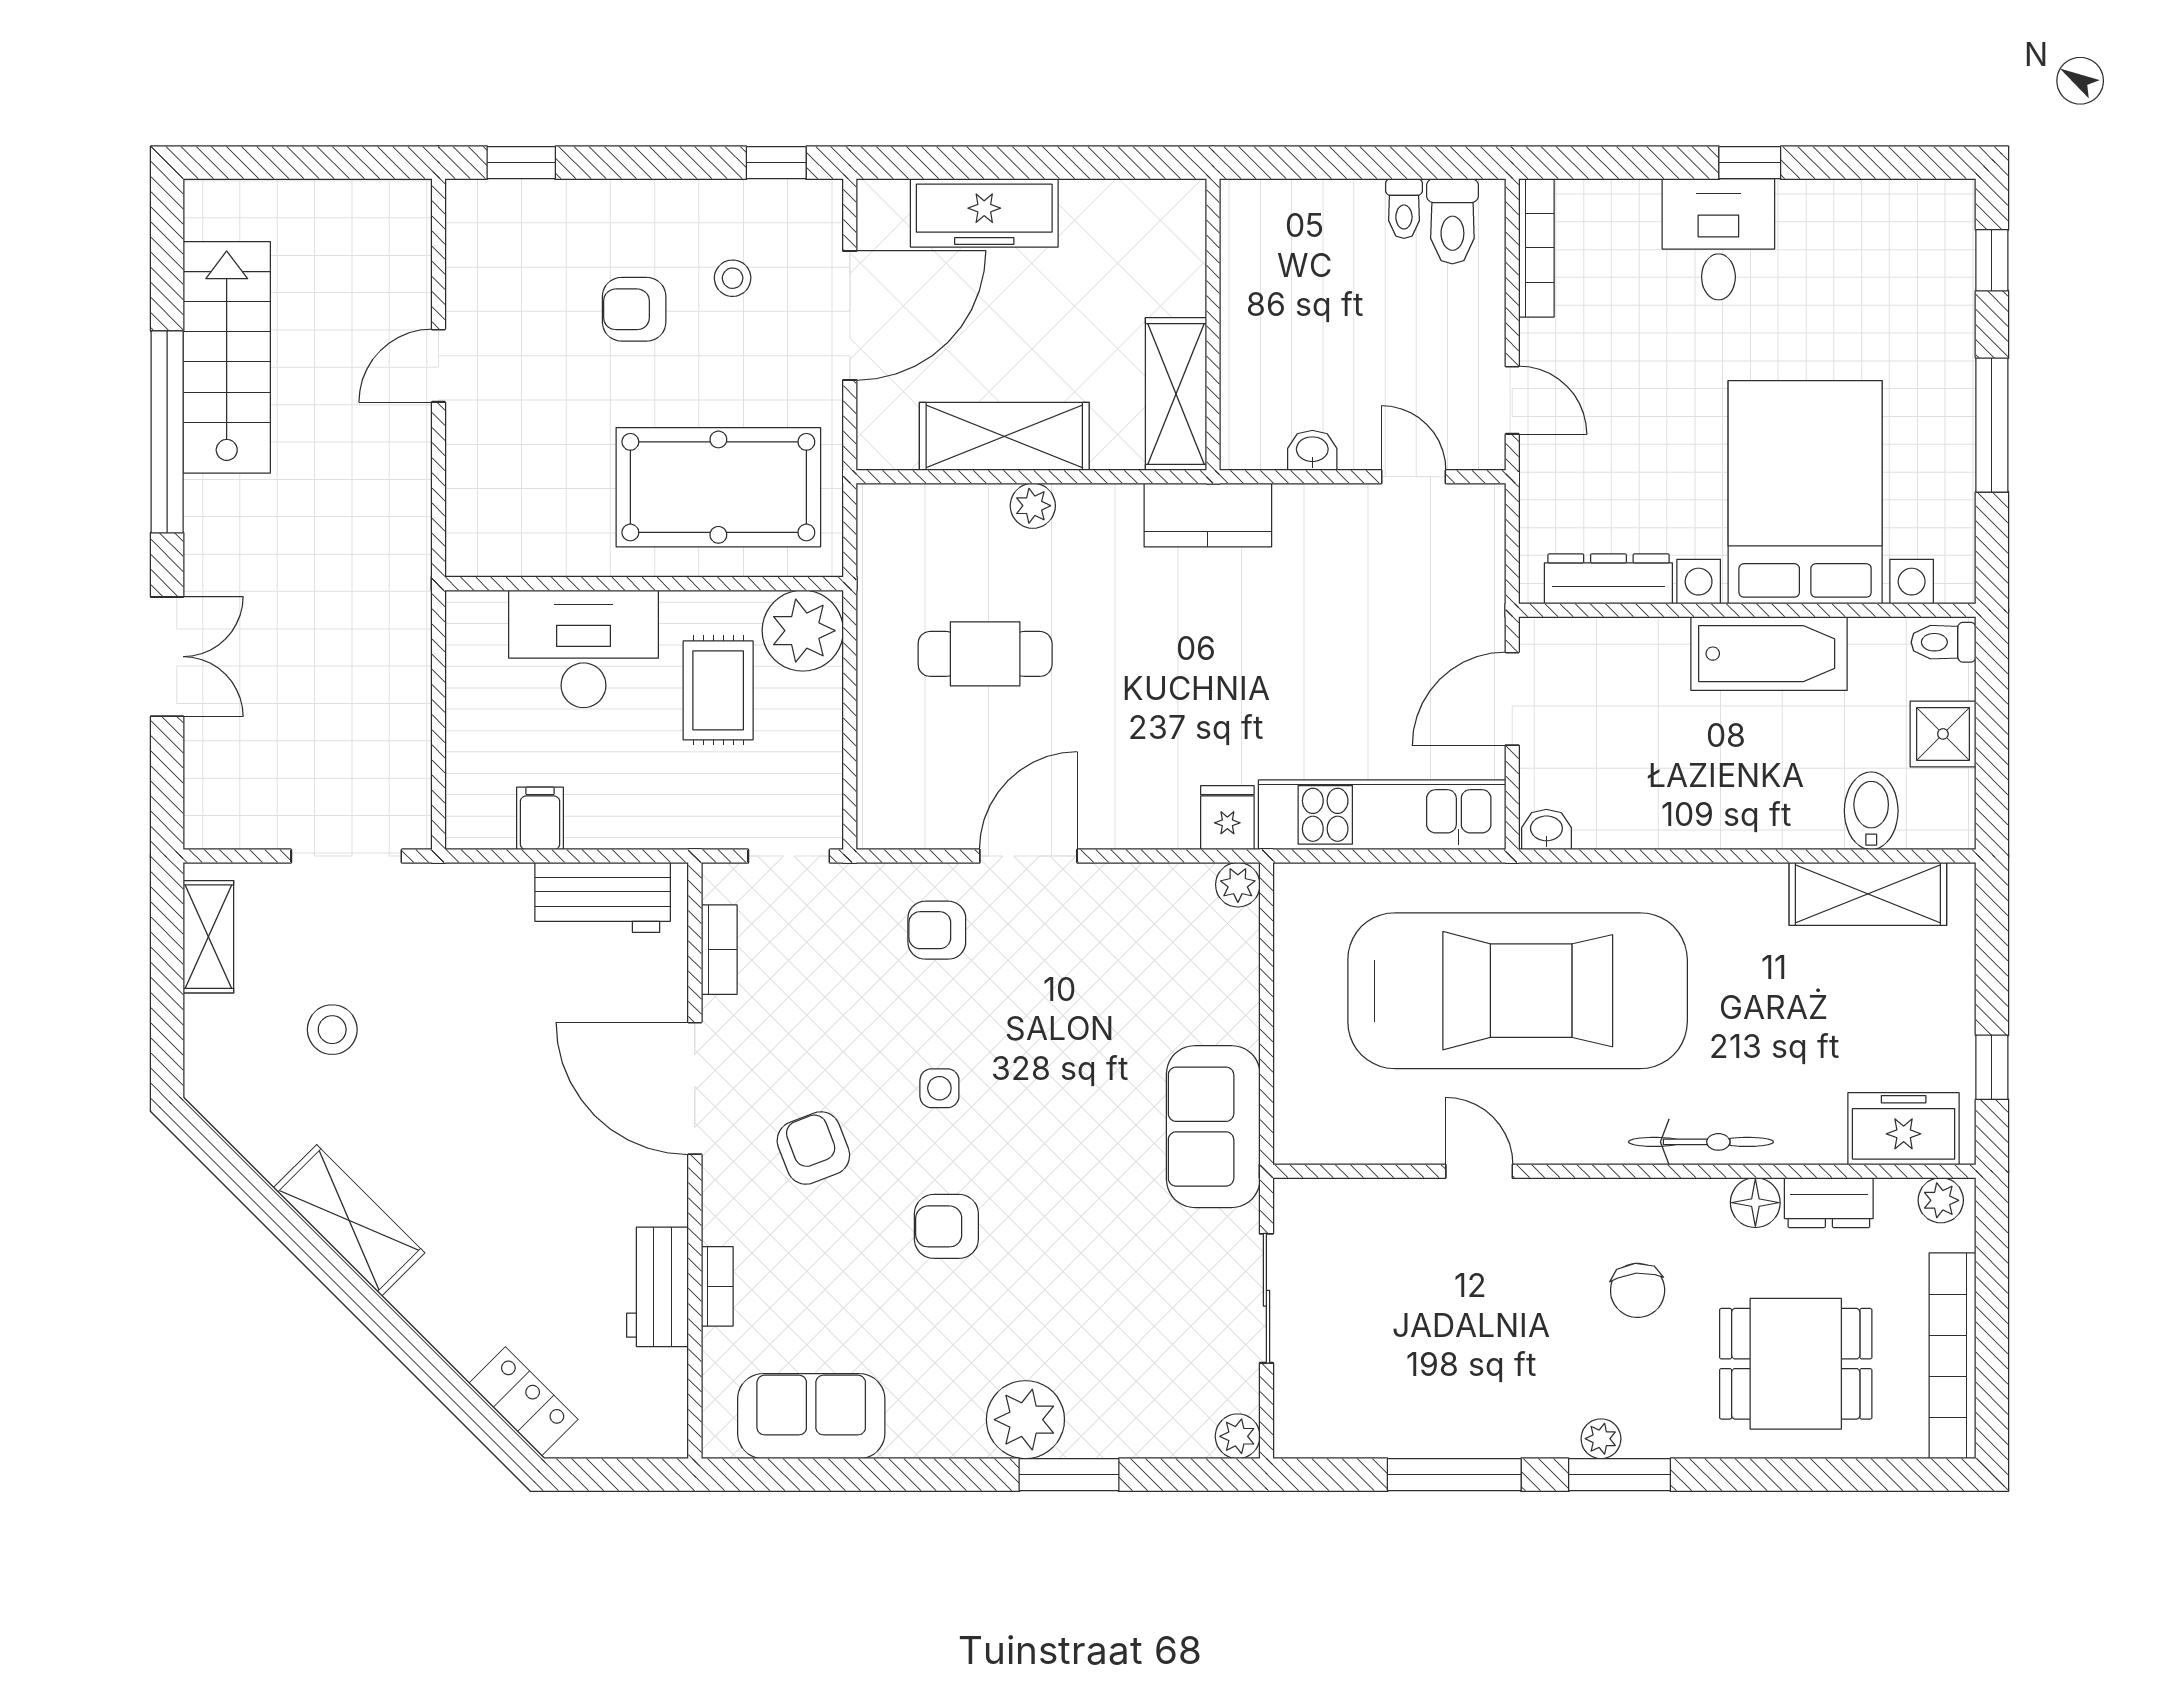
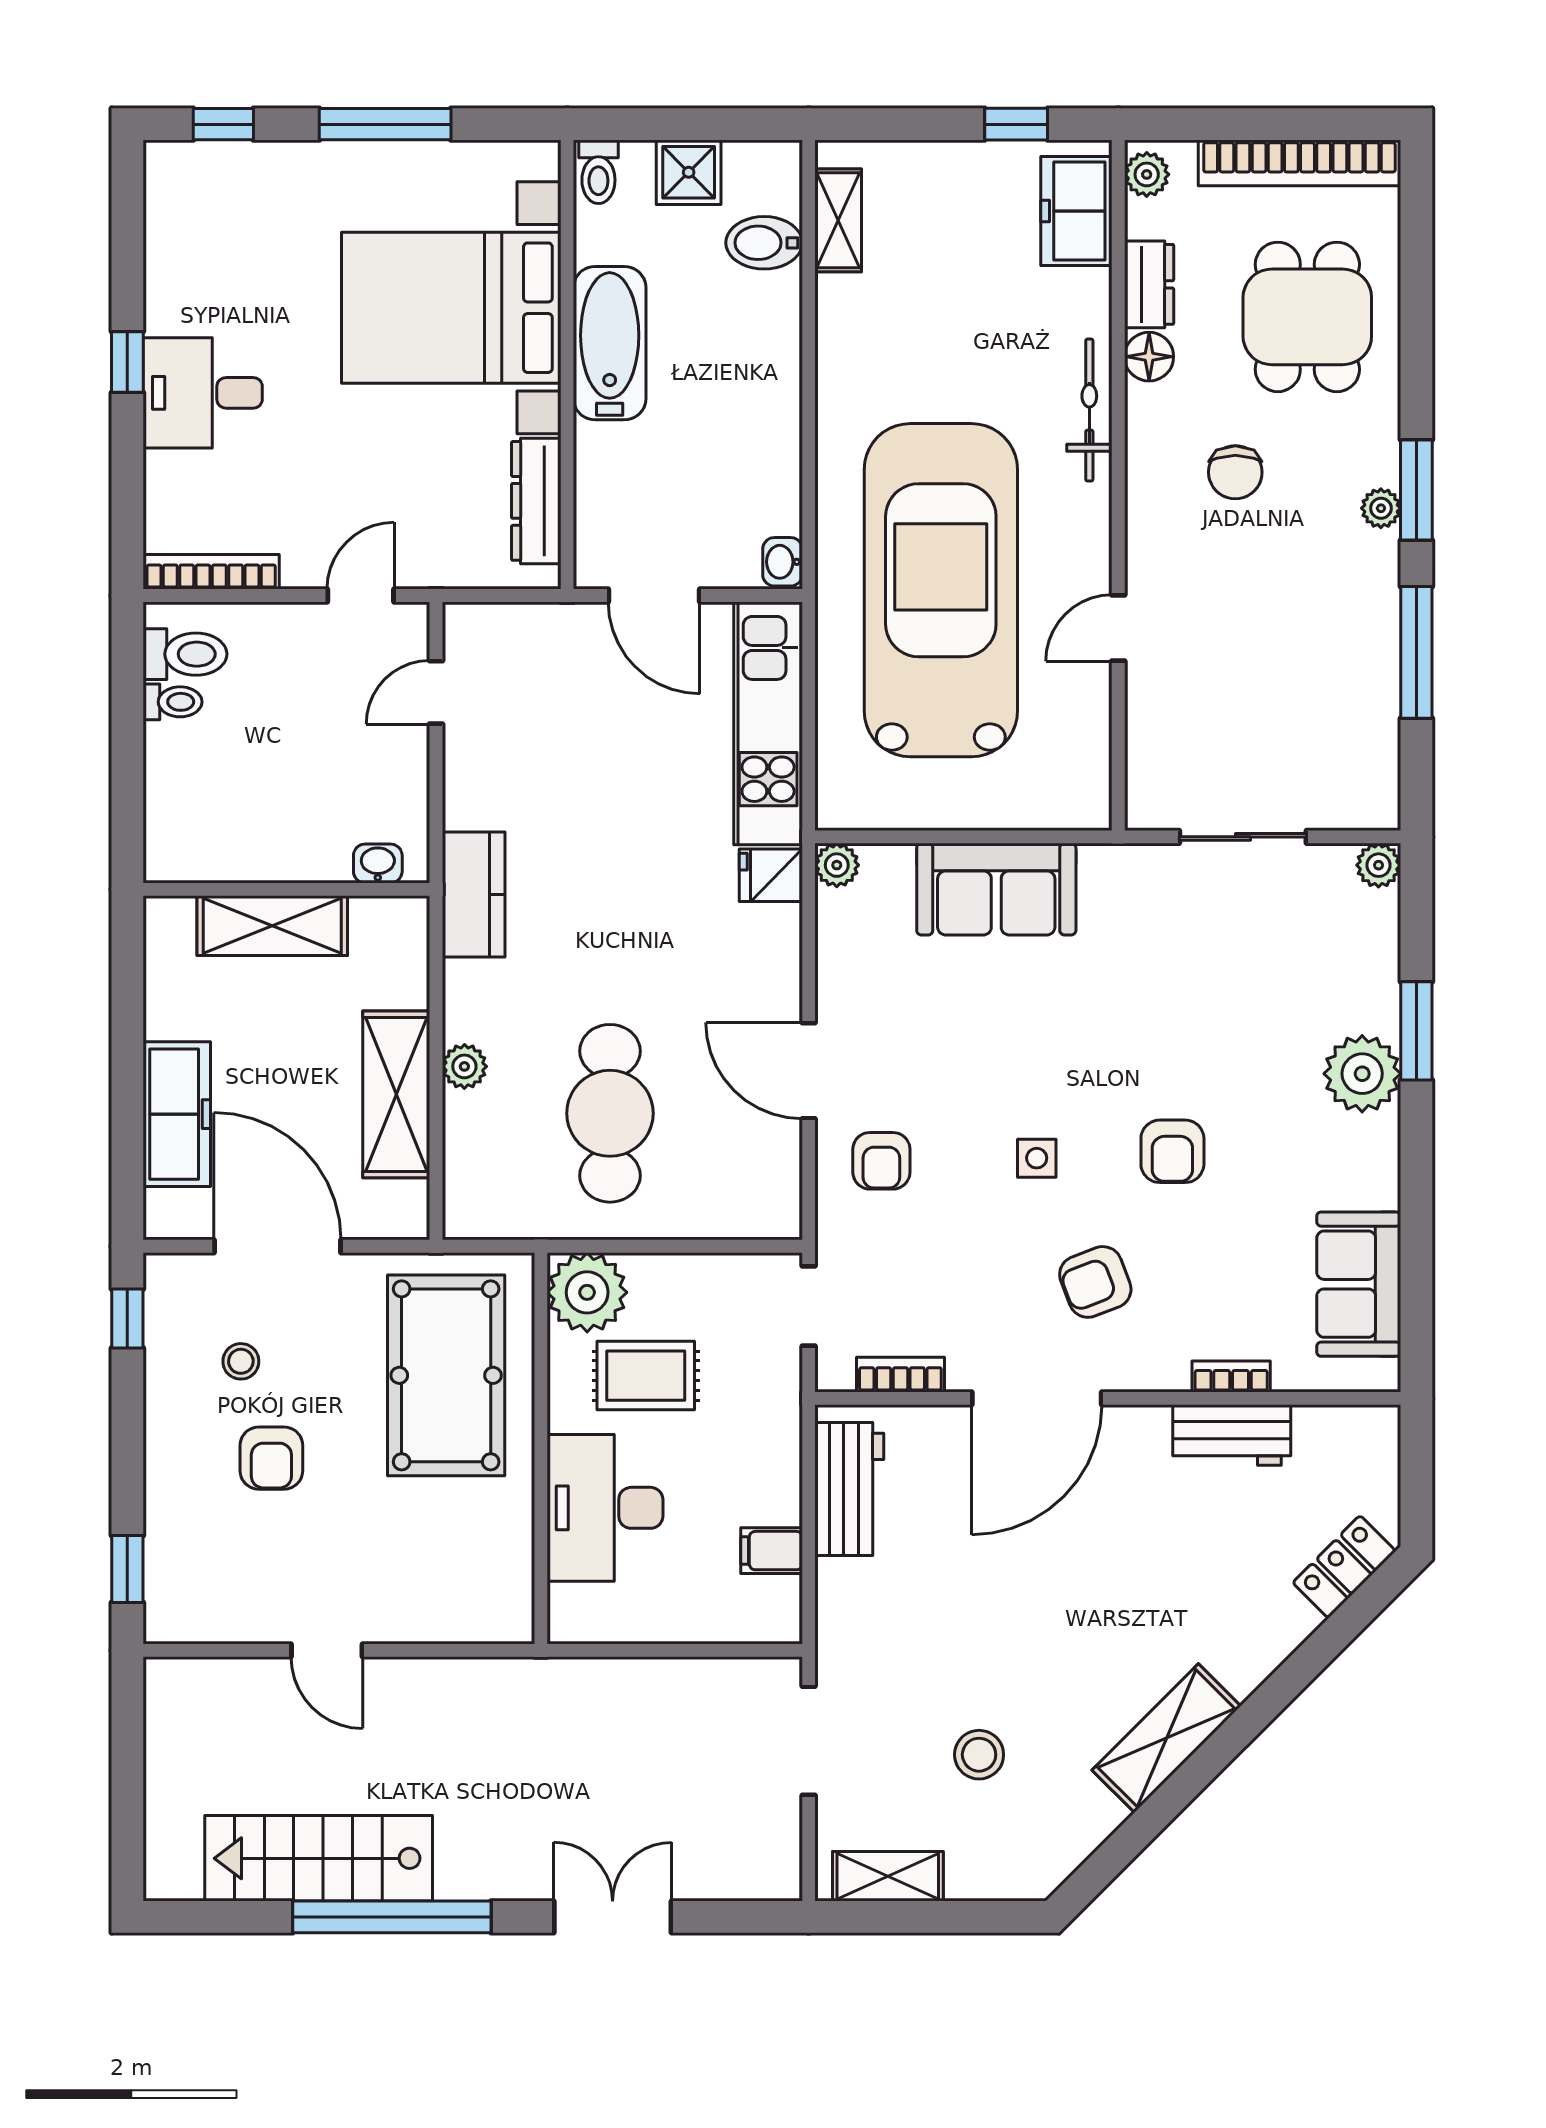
shelving: (1176, 394) -> (272, 926), moved
washbasin: (1312, 450) -> (378, 863), moved, turned 90
cafe table: (985, 654) -> (610, 1113), width x1.37, depth x1.35
shelving: (1868, 894) -> (838, 220), width x0.67, depth x0.75
sofa: (1213, 1127) -> (996, 889), moved
chair: (1638, 1290) -> (1235, 472), turned 95

